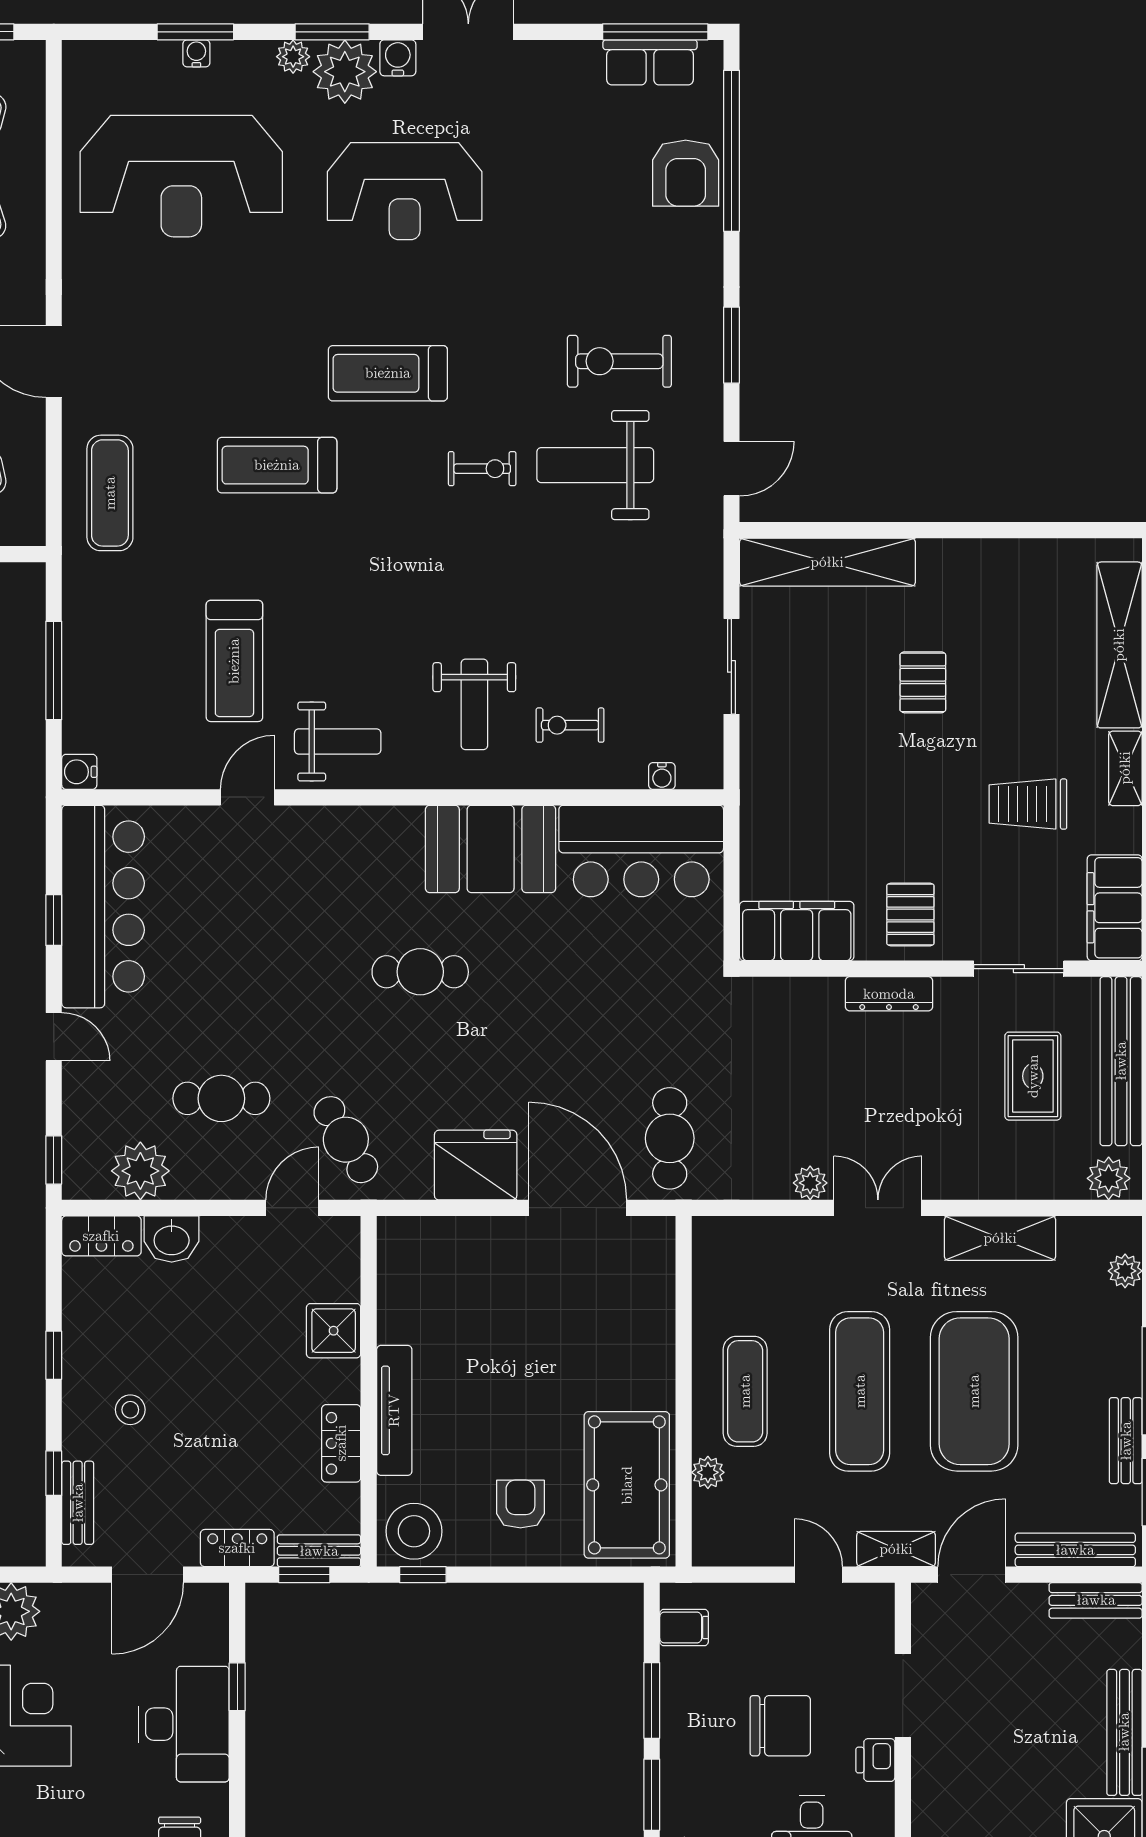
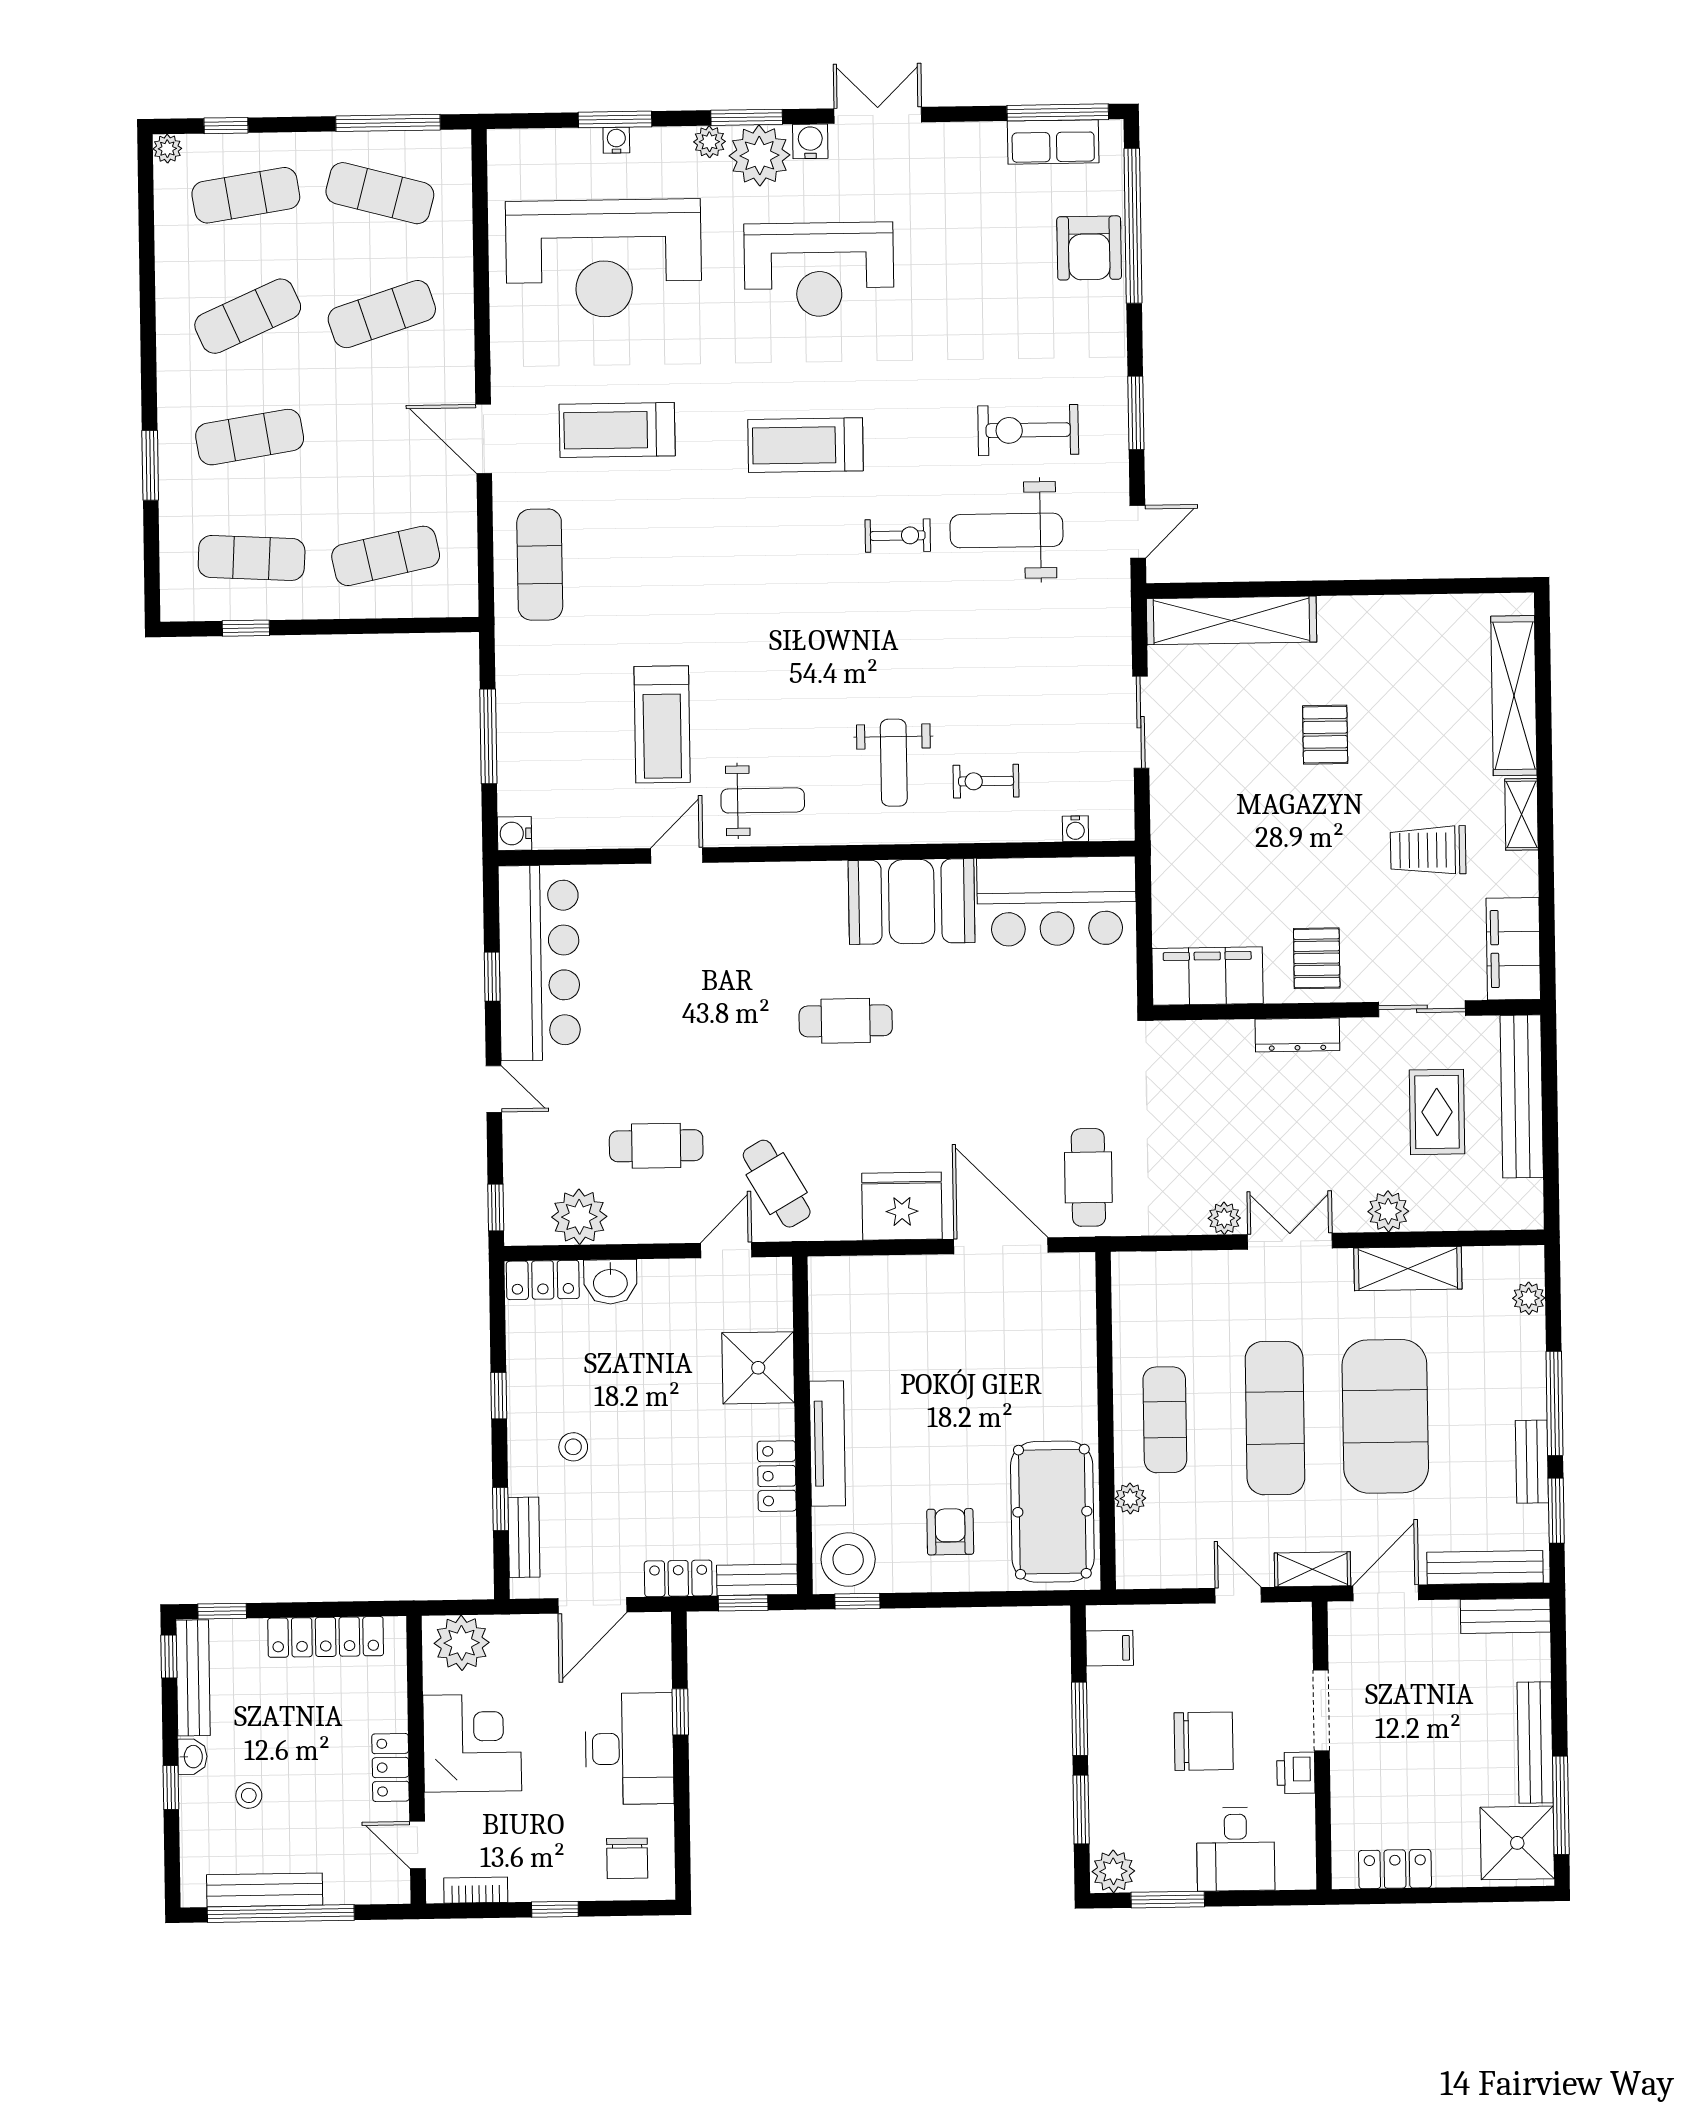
treadmill: (277, 465) -> (617, 430), moved
plant: (1109, 1178) -> (1388, 1211), moved
shower: (334, 1331) -> (758, 1368), width x1.36, depth x1.36

